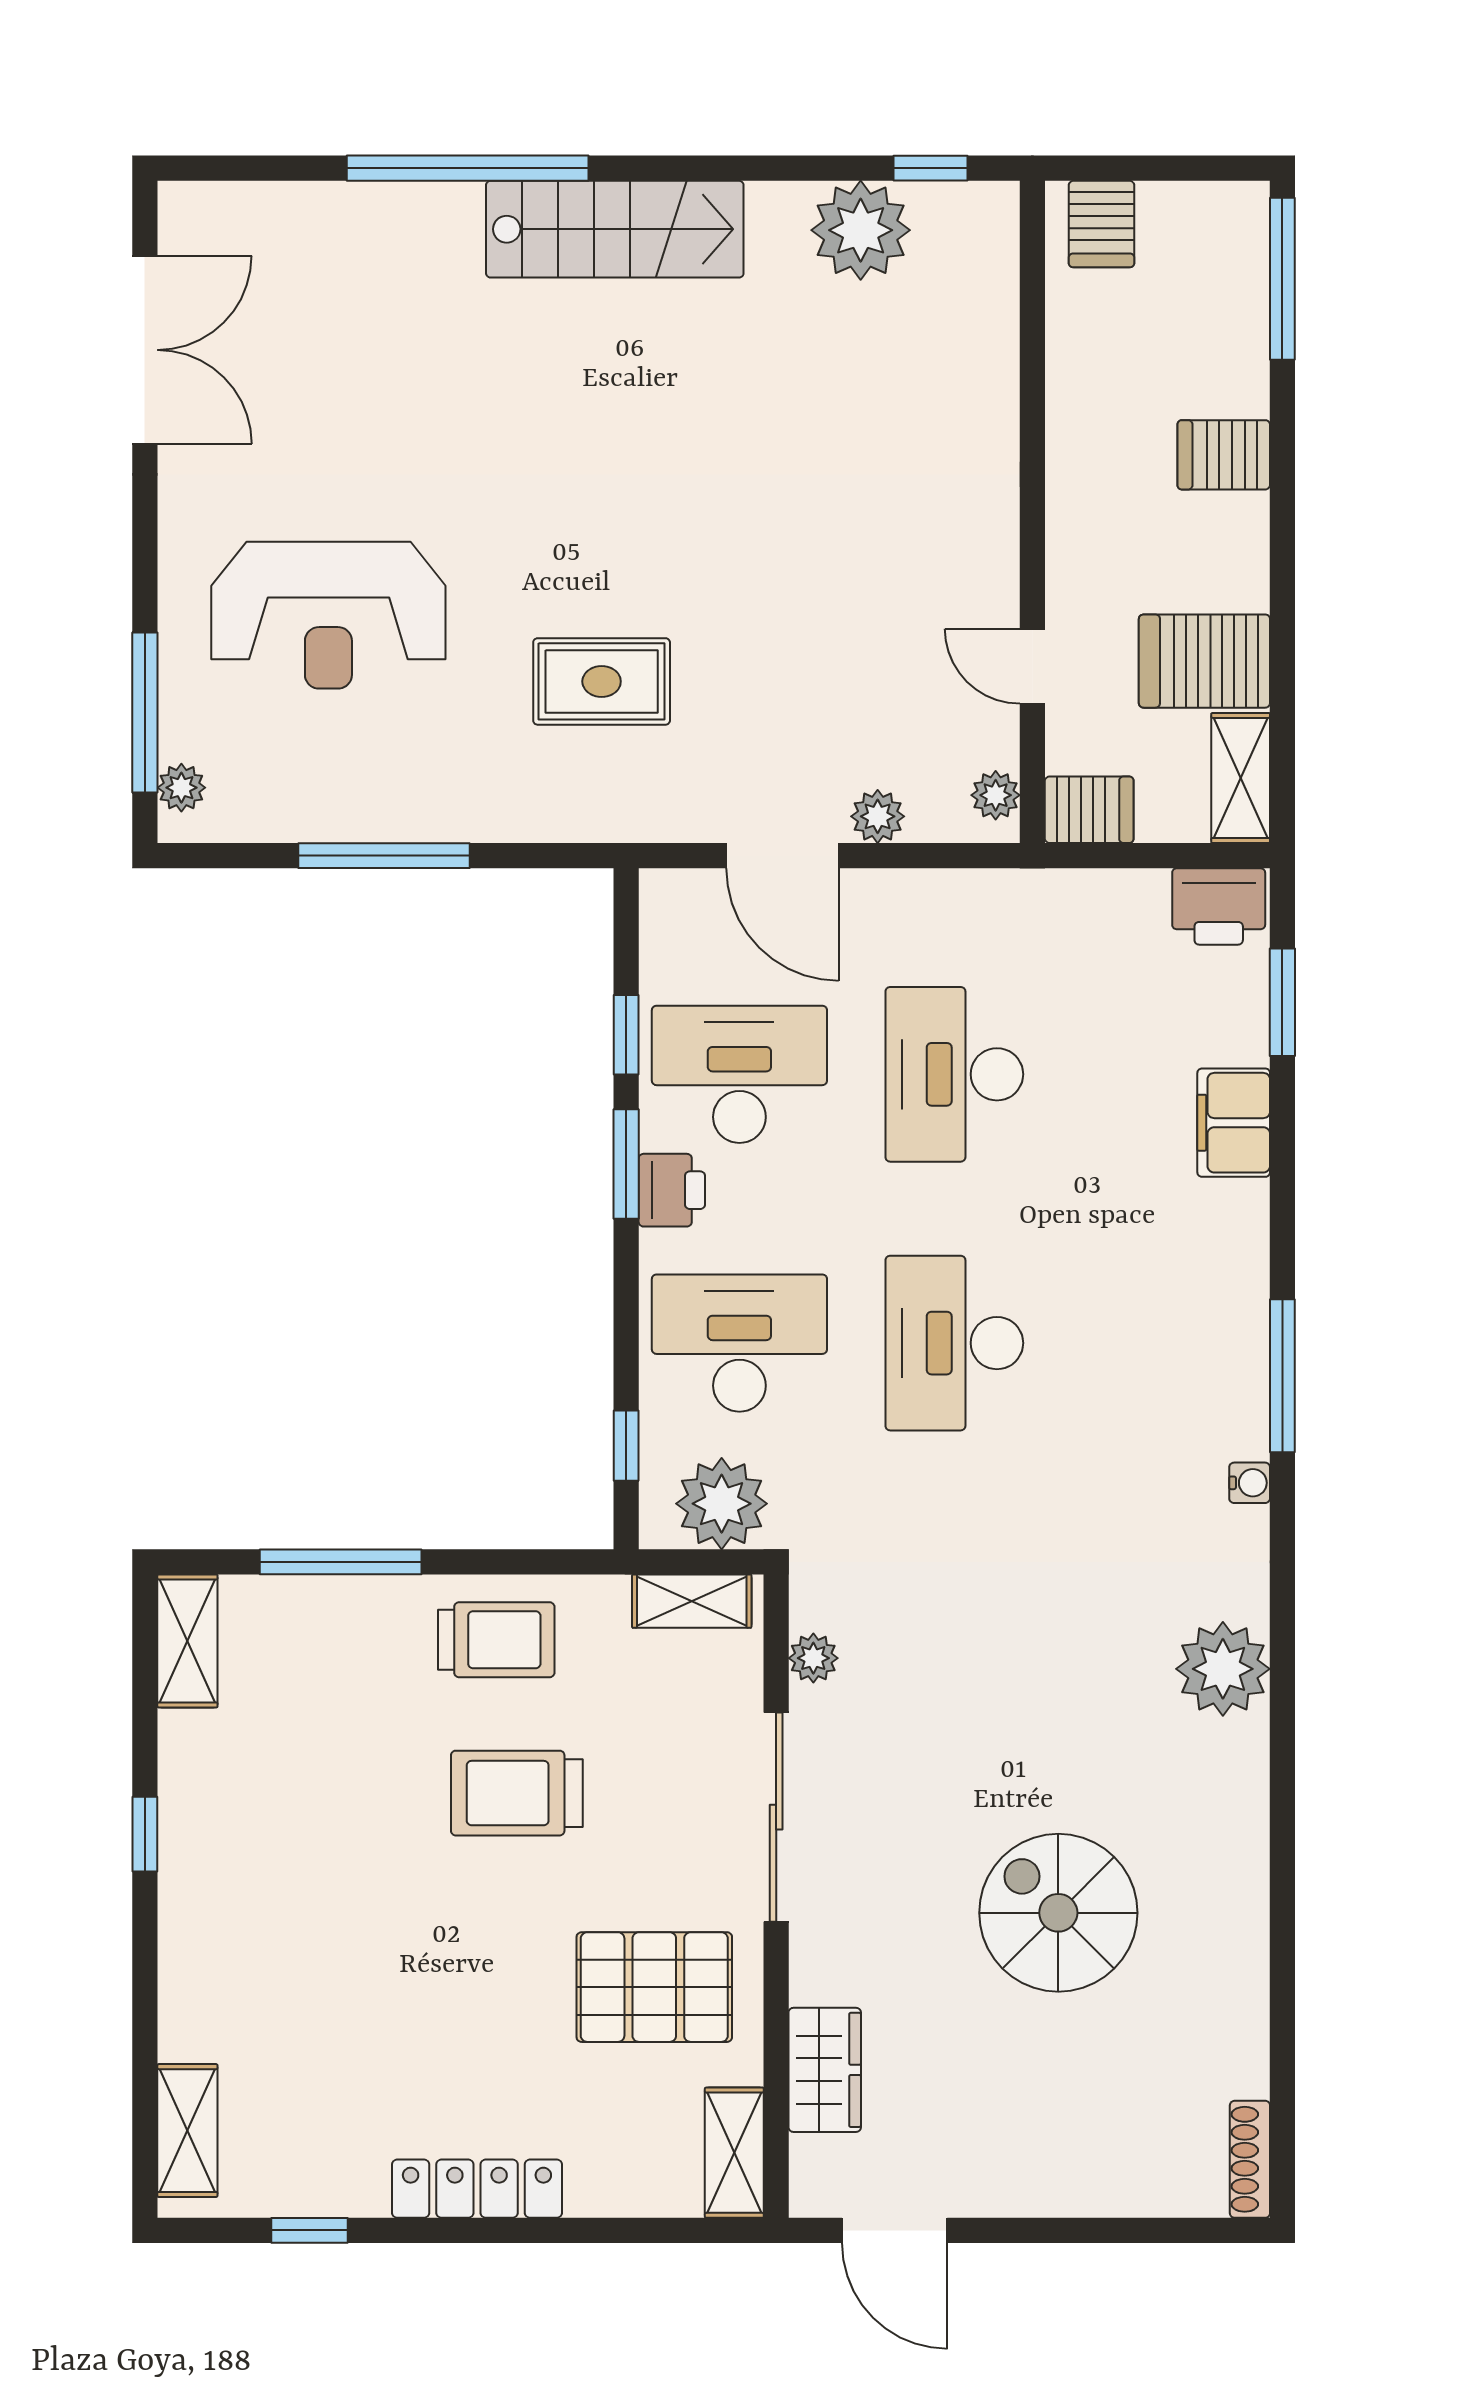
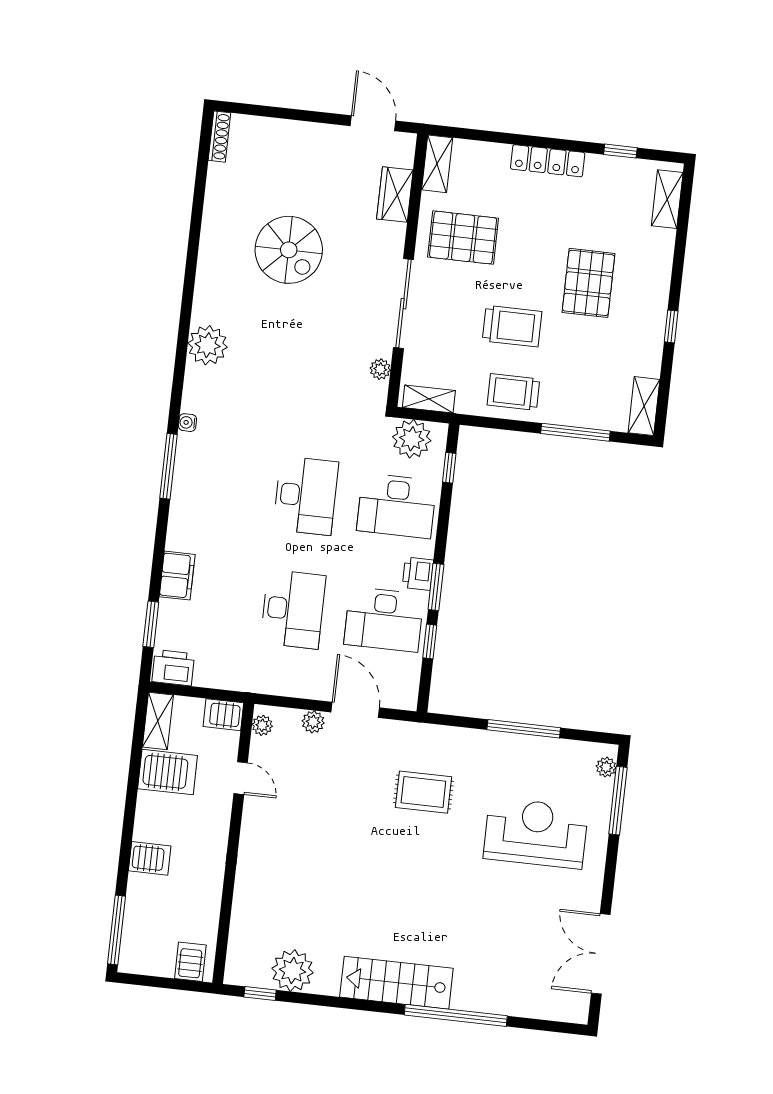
pallet: (349, 1914) -> (589, 283), added

